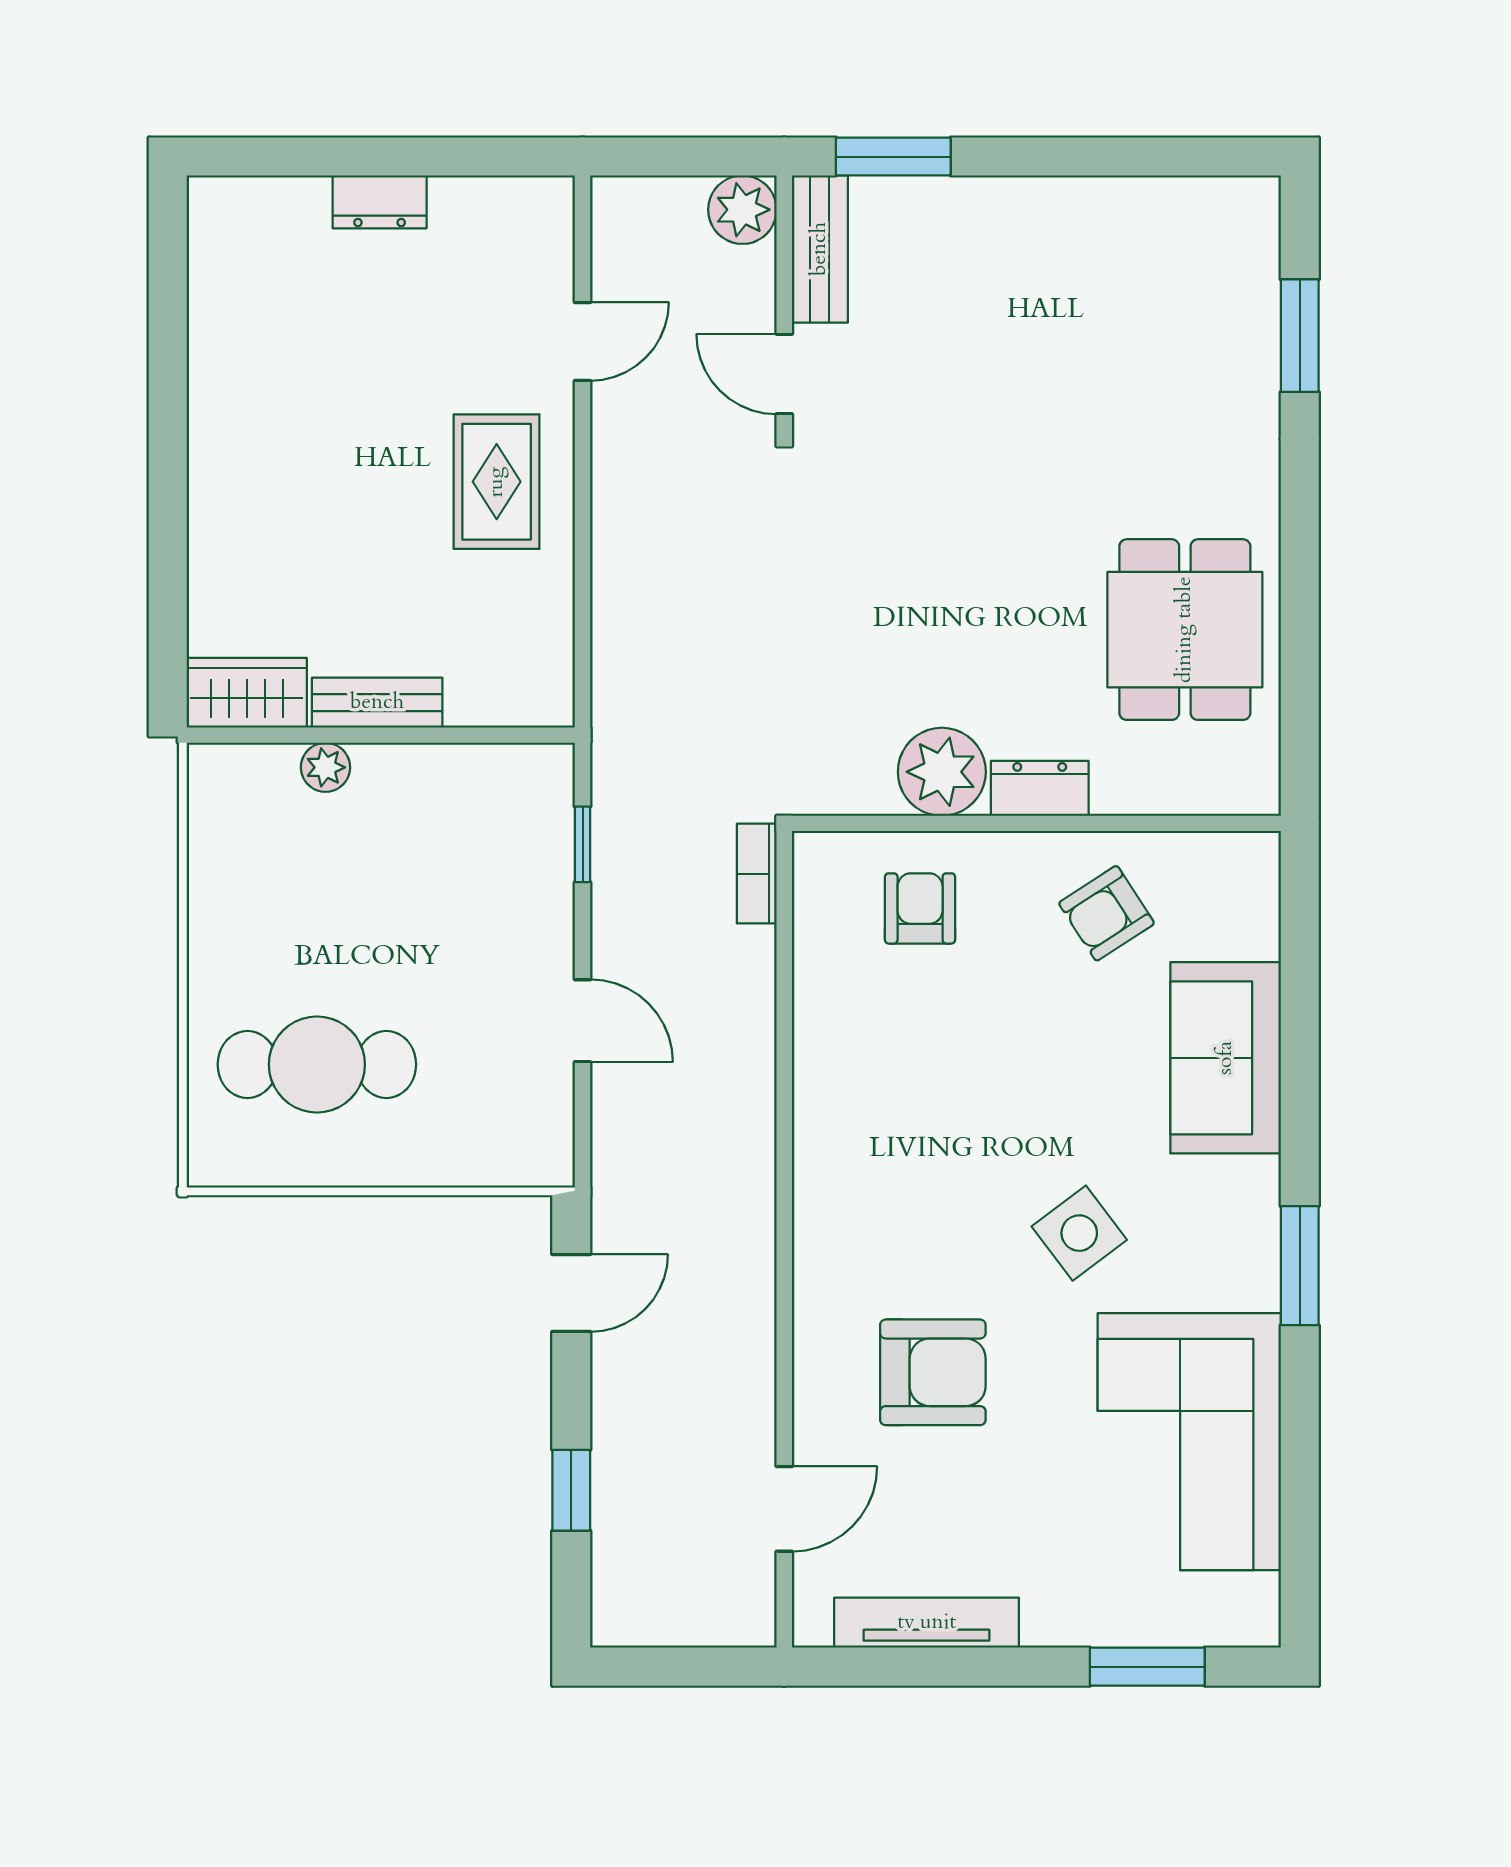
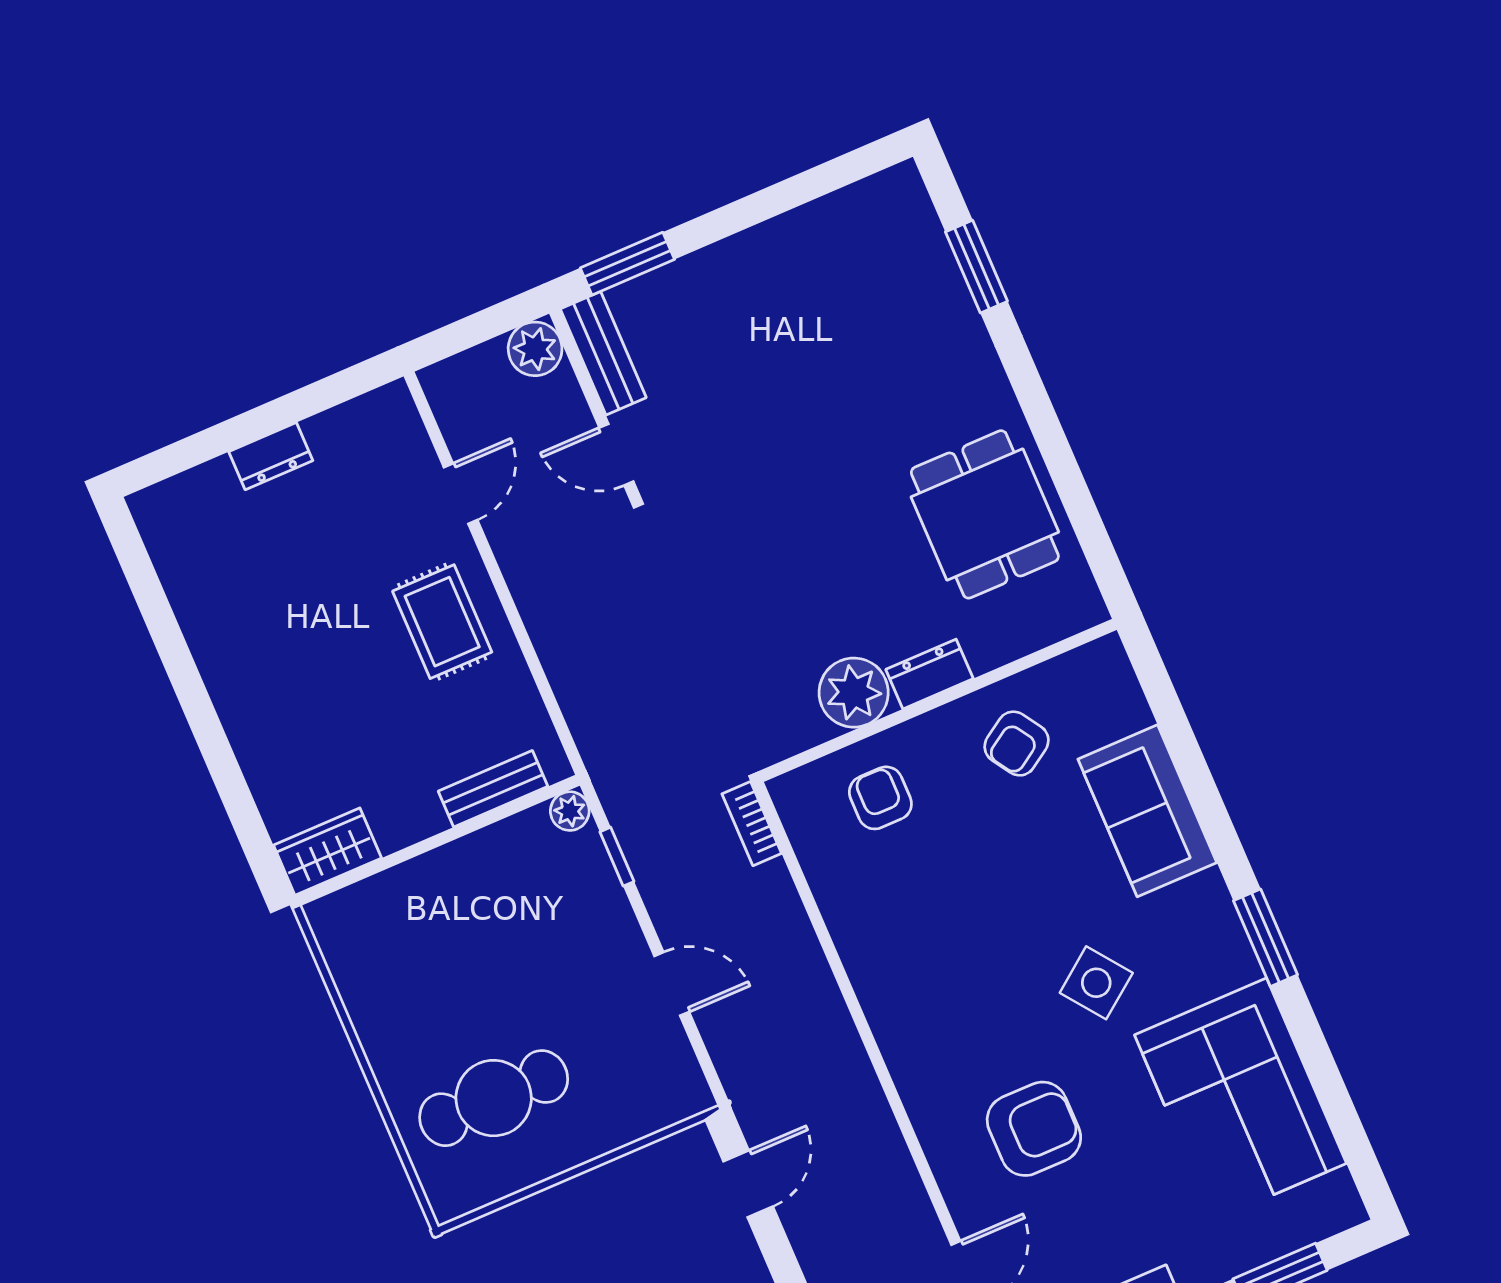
bench: (377, 703) -> (493, 789), moved
plant: (325, 767) -> (570, 811), moved

